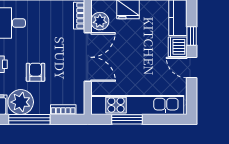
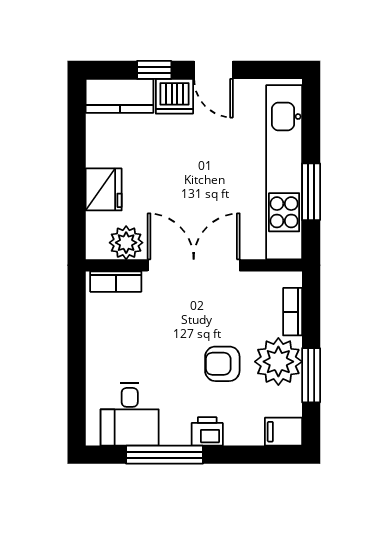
door: (192, 68) -> (213, 70), hinge flipped
plant: (21, 102) -> (278, 362), moved
window: (29, 119) -> (311, 375), width x0.69

